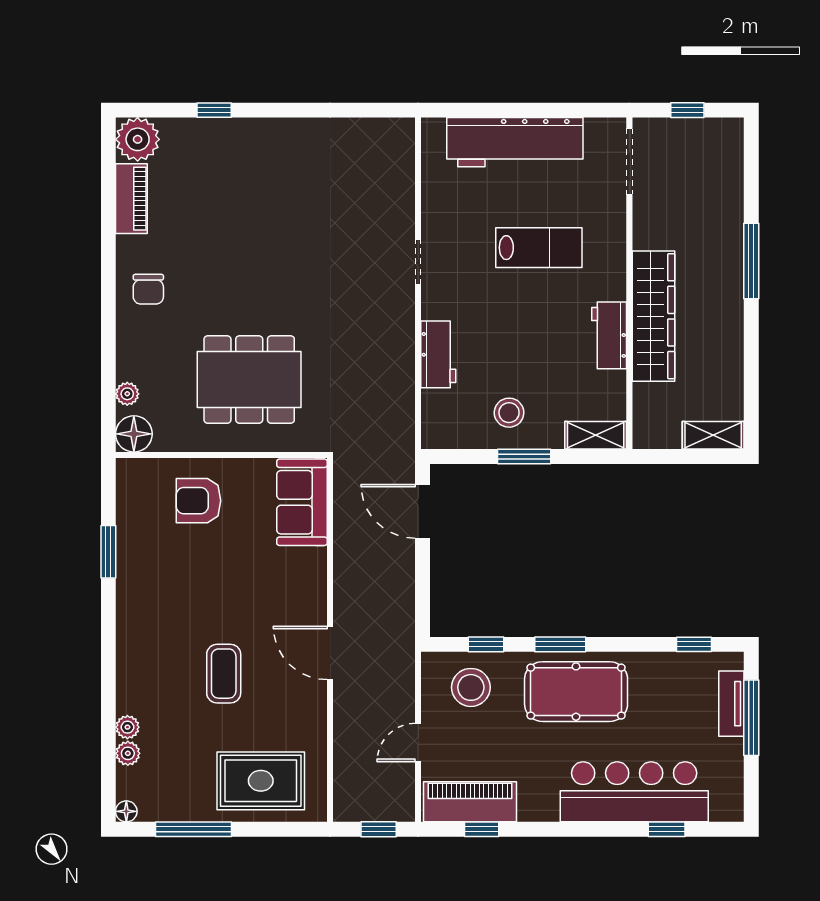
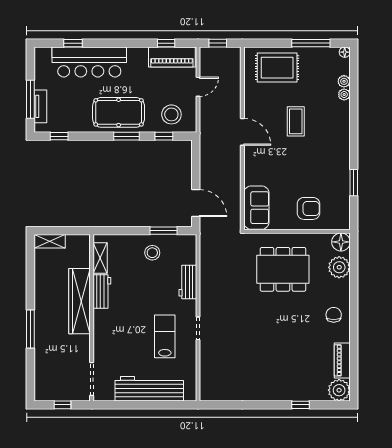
lab bench: (539, 248) -> (165, 336), moved, turned 90
plant: (127, 394) -> (339, 267), width x1.87, depth x1.87
shelving: (596, 435) -> (100, 258), moved, turned 90
window: (524, 456) -> (163, 231), moved

